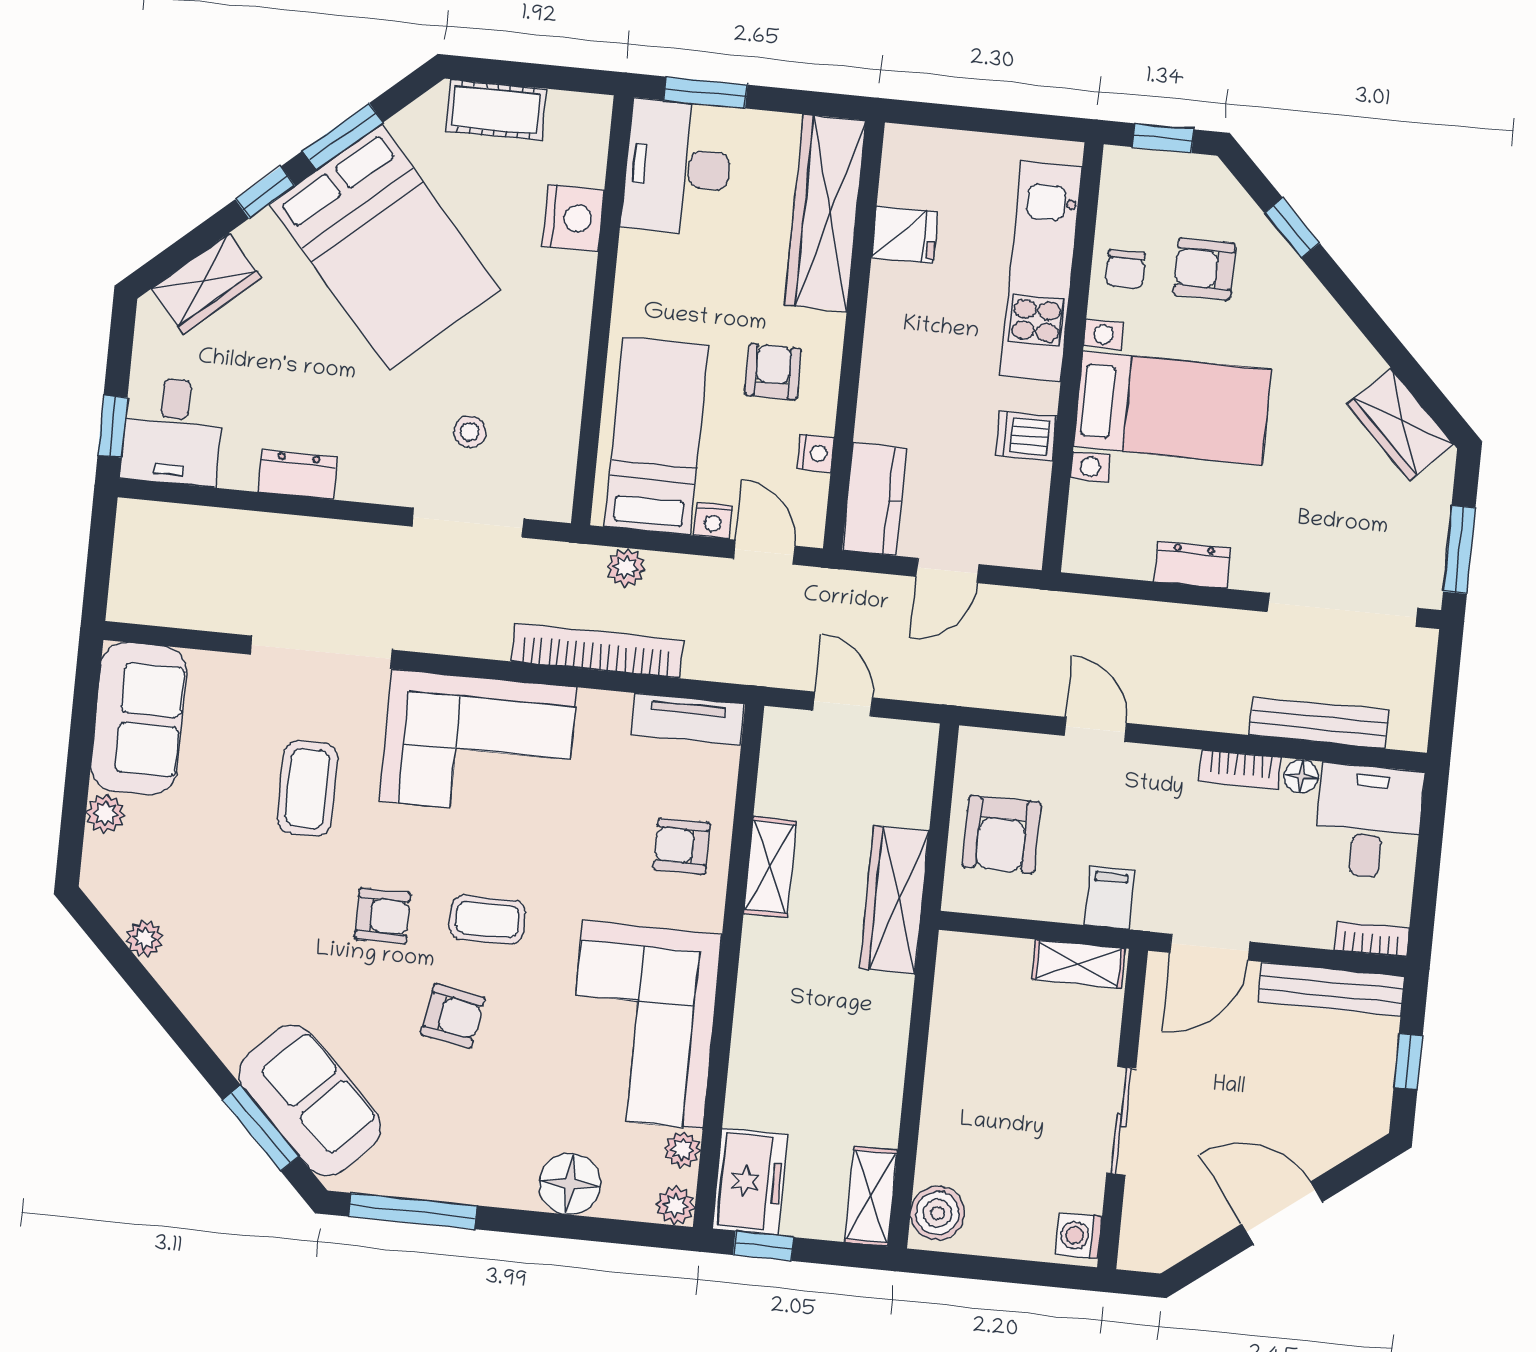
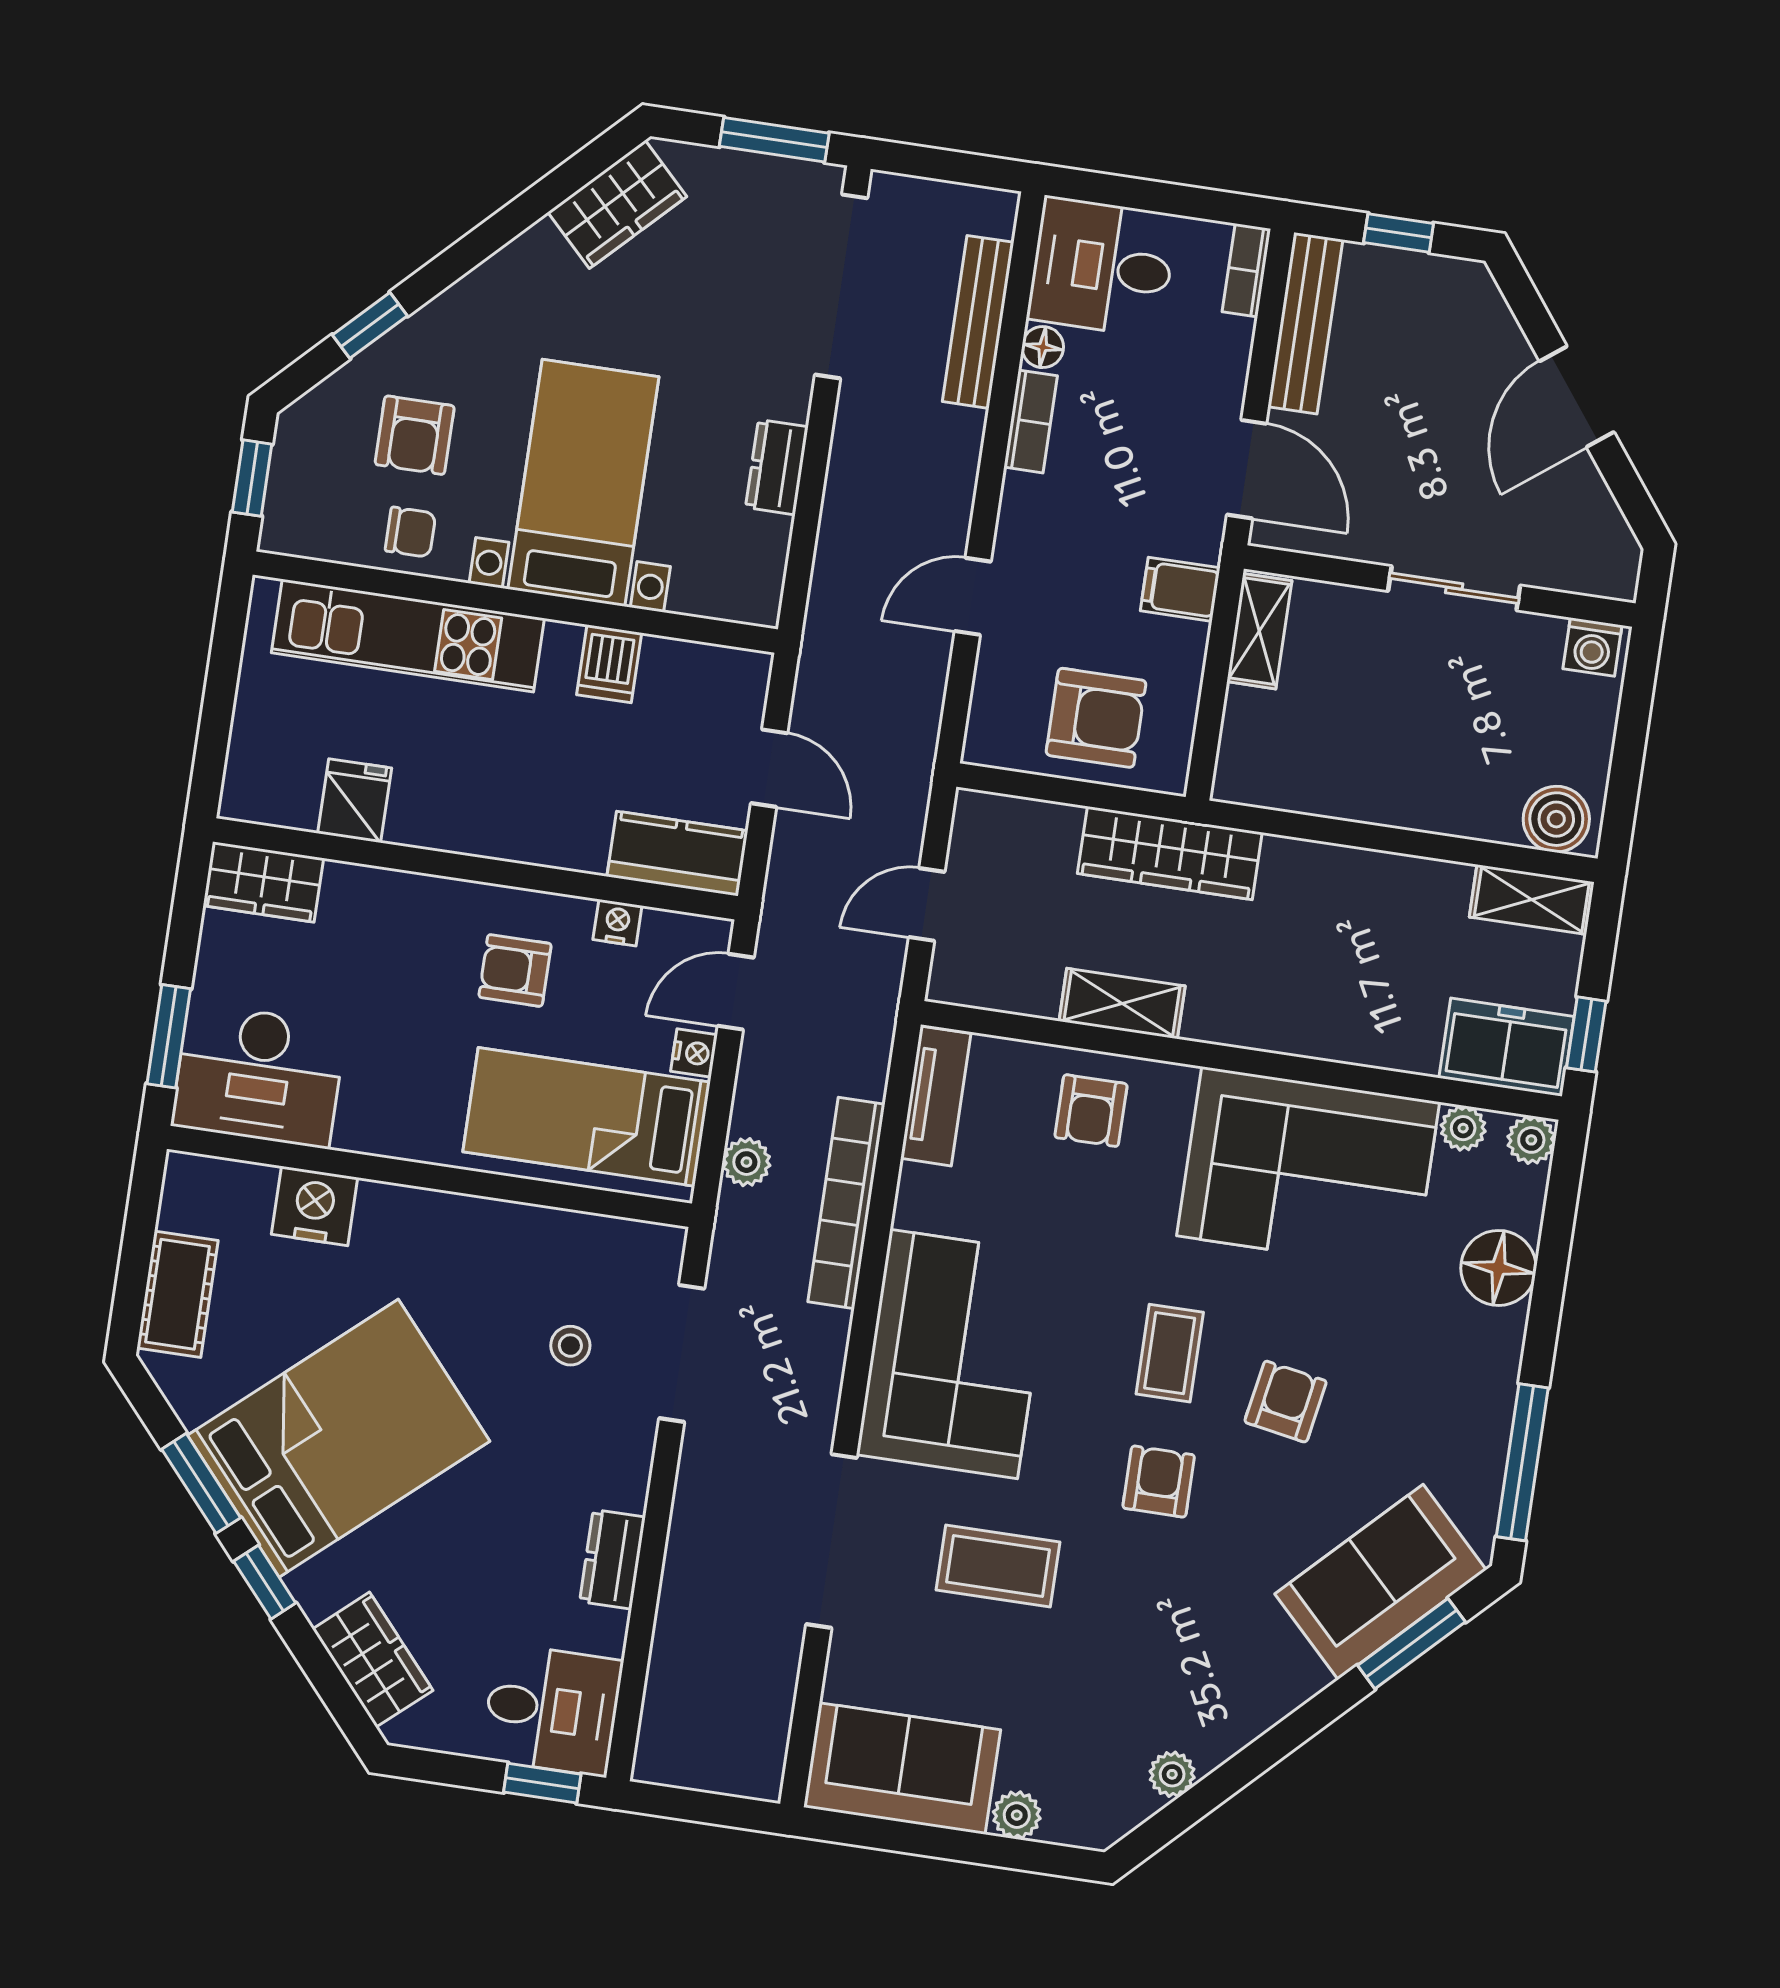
wardrobe: (825, 213) -> (263, 882), width x0.48, depth x0.85

